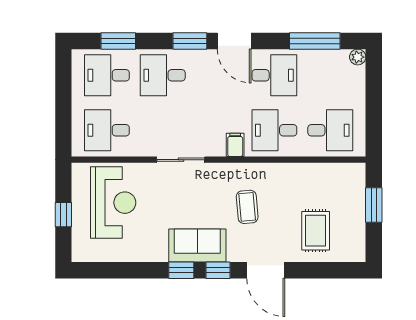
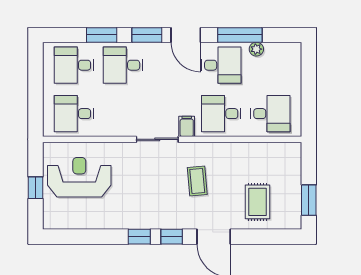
window: (118, 41) -> (102, 35), moved
window: (315, 41) -> (240, 35), moved
plant: (358, 57) -> (256, 49), moved
sliding door: (181, 160) -> (157, 139), moved
reception desk: (113, 203) -> (79, 177), turned -90
window: (374, 205) -> (309, 200), moved
sofa: (197, 246) -> (153, 215), removed

